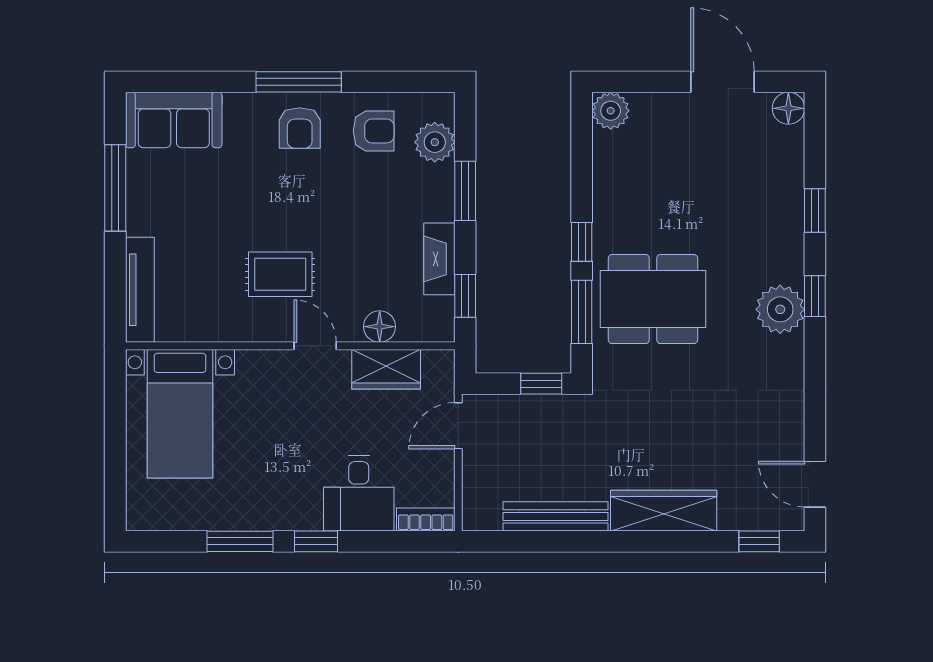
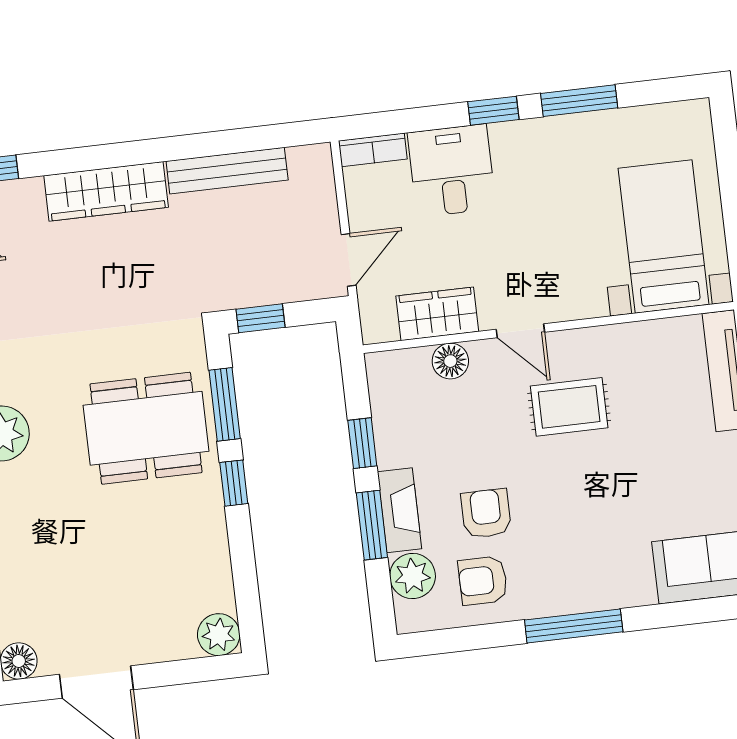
armchair: (300, 128) -> (486, 514), moved
fireplace: (439, 259) -> (400, 510), moved
window: (465, 296) -> (362, 443), moved

